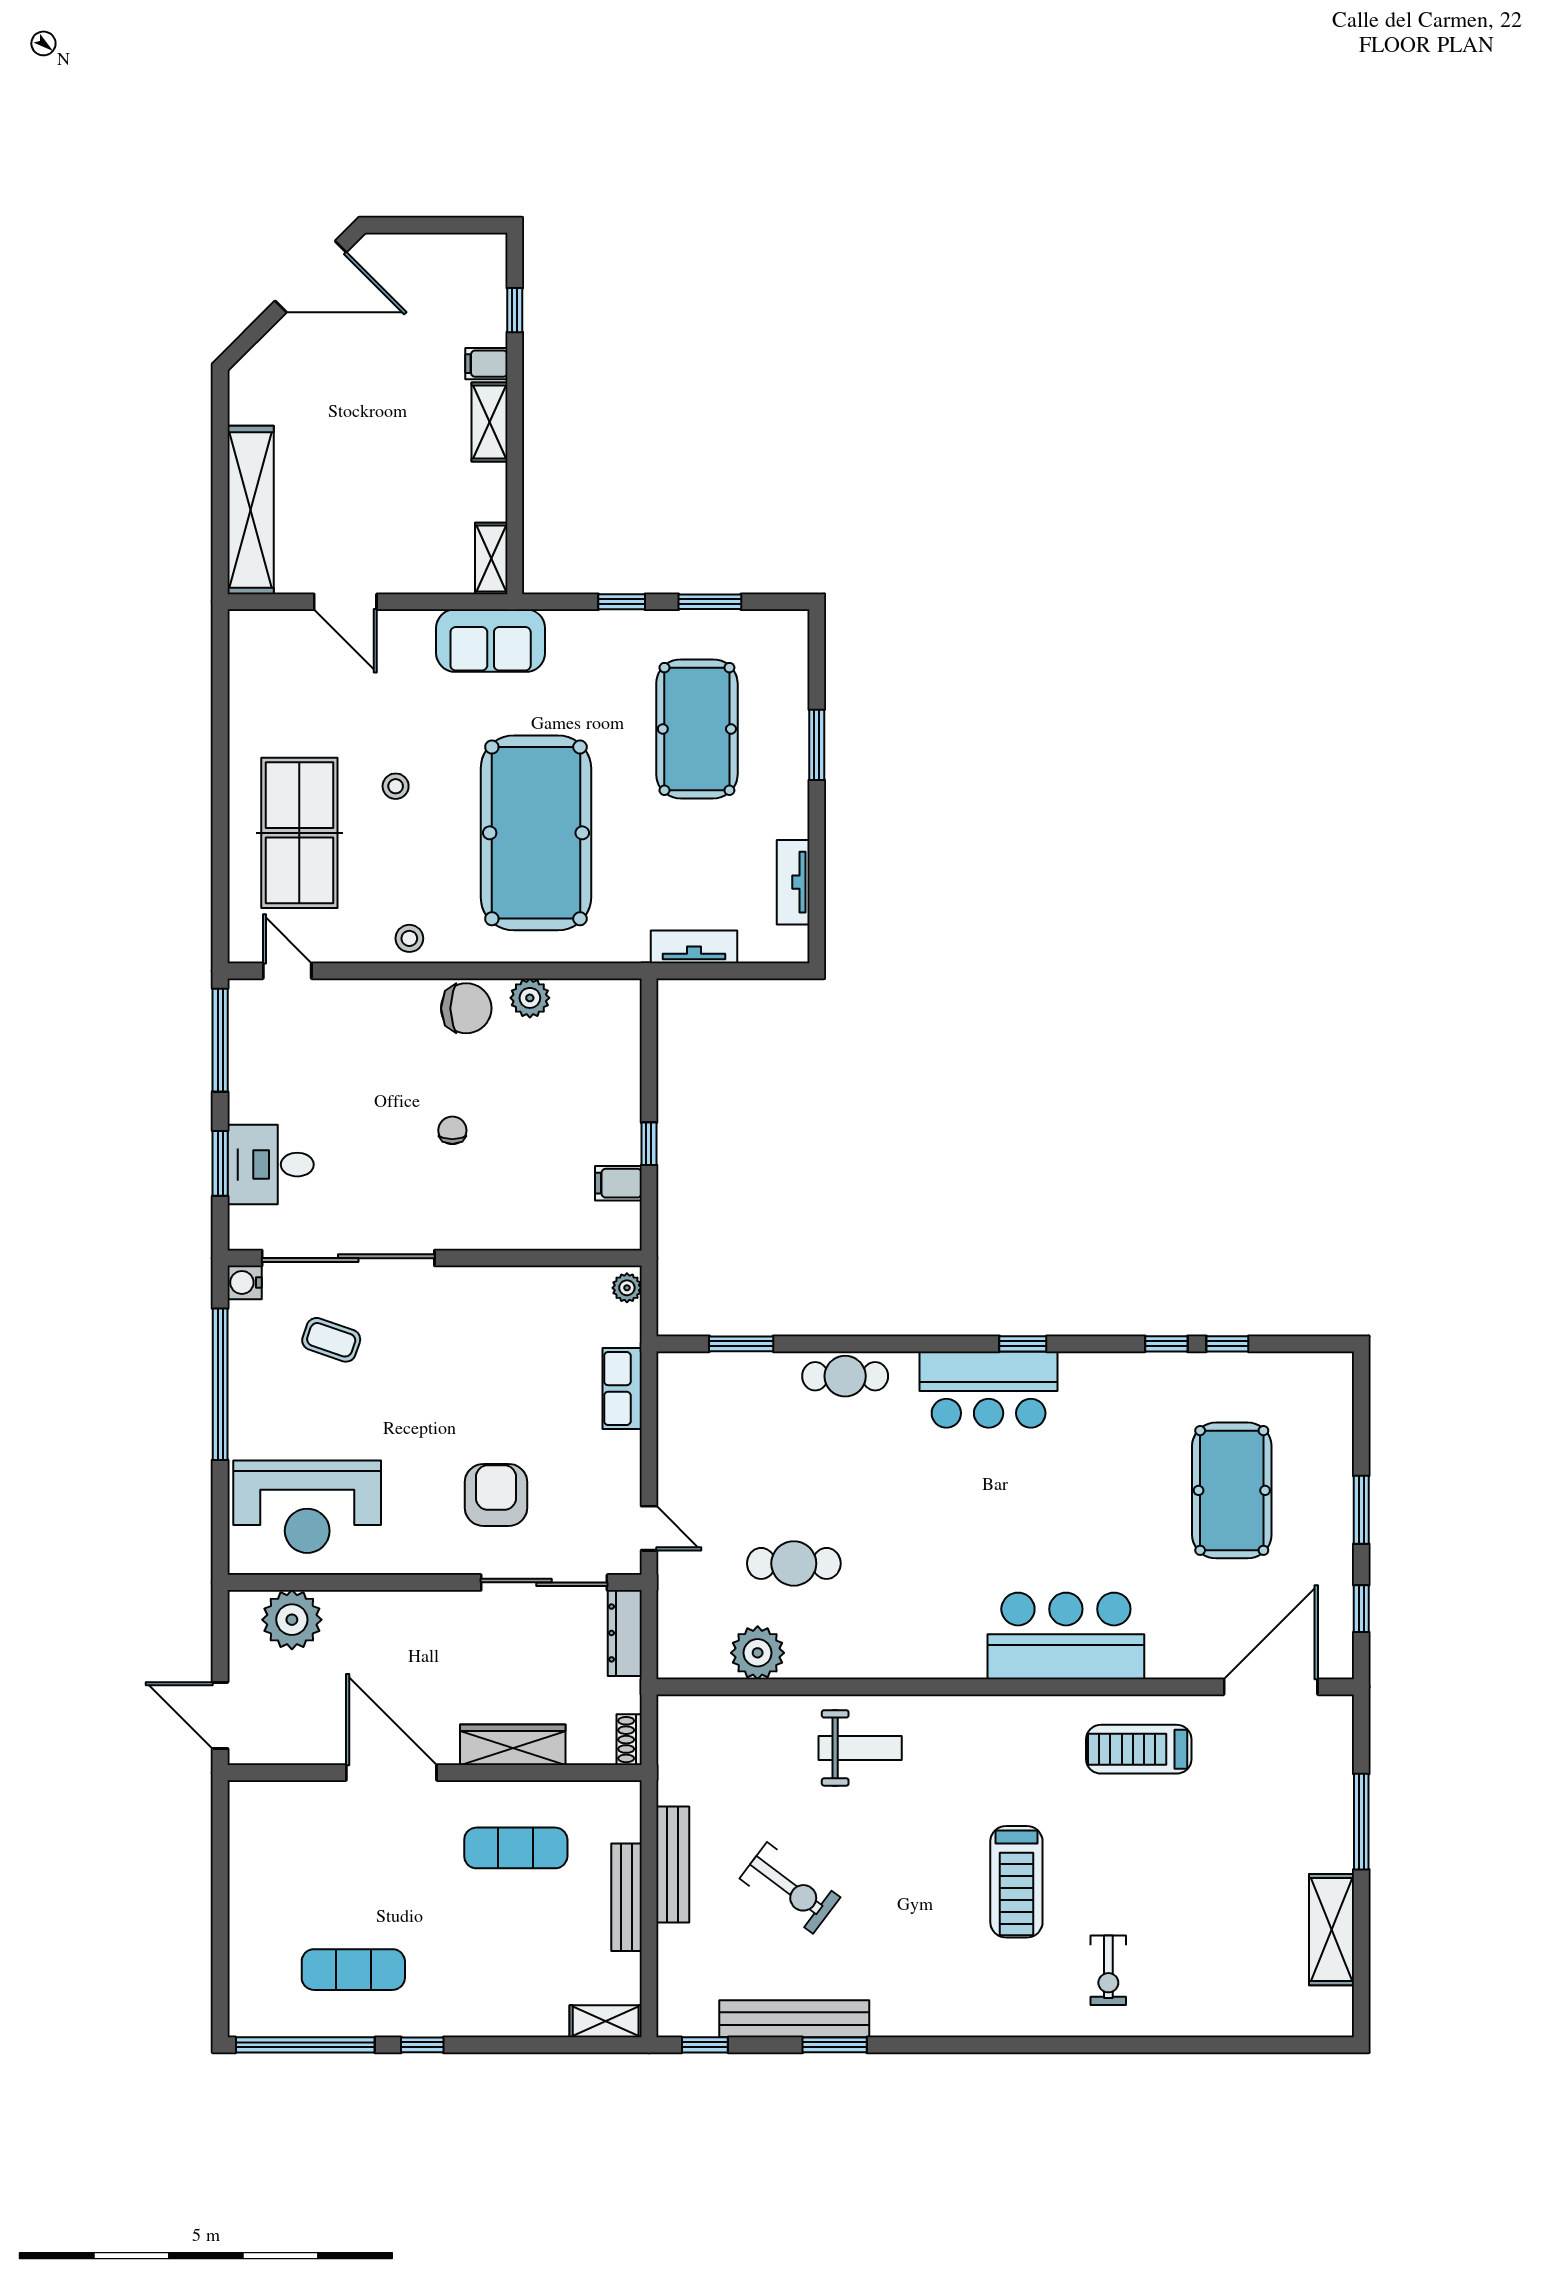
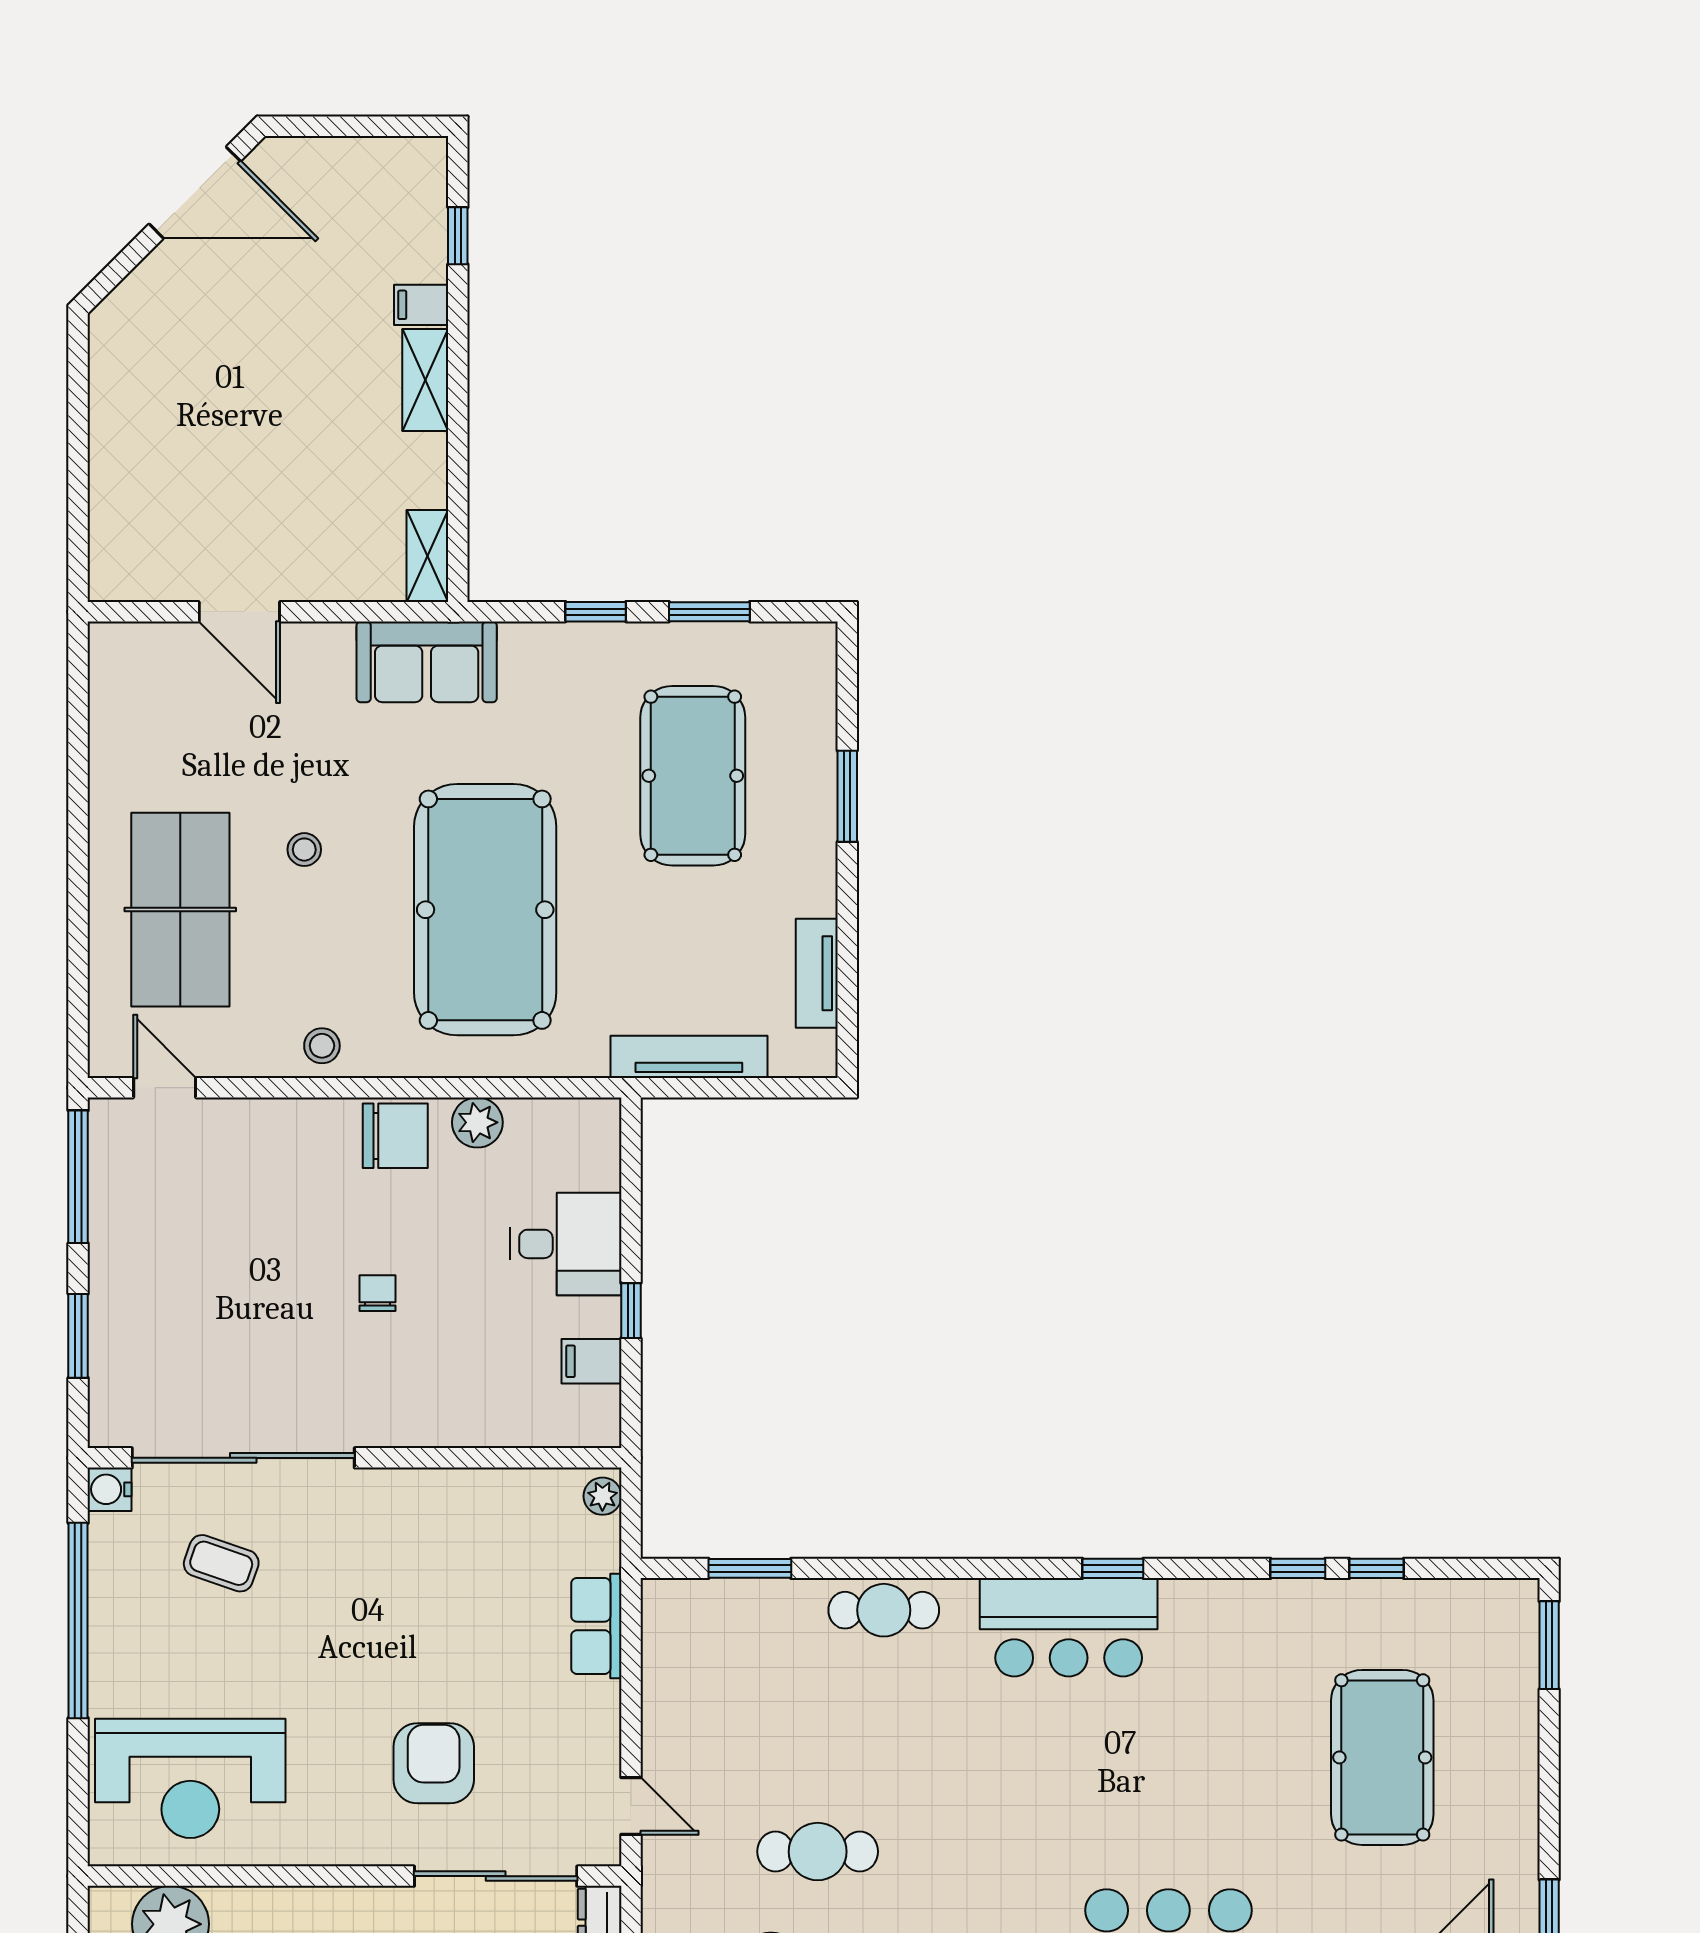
shelving: (251, 510) -> (117, 493), removed
tv unit: (694, 947) -> (689, 1057), width x1.41
desk: (271, 1165) -> (566, 1244), moved, turned 180
window: (1361, 1510) -> (1549, 1645), moved

